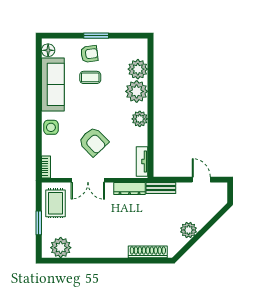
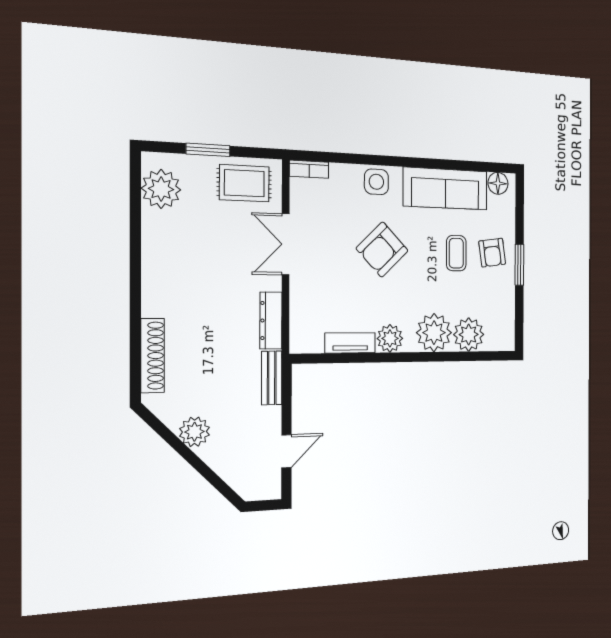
armchair: (93, 142) -> (382, 250), moved
tv unit: (142, 162) -> (350, 343), moved

